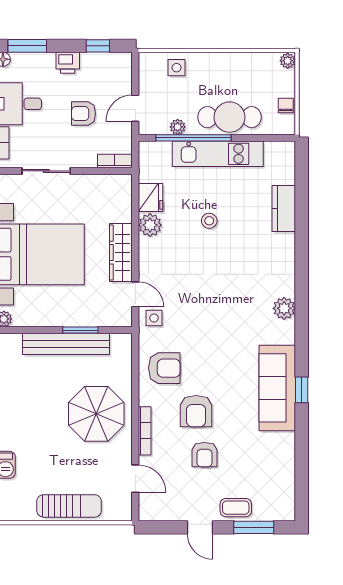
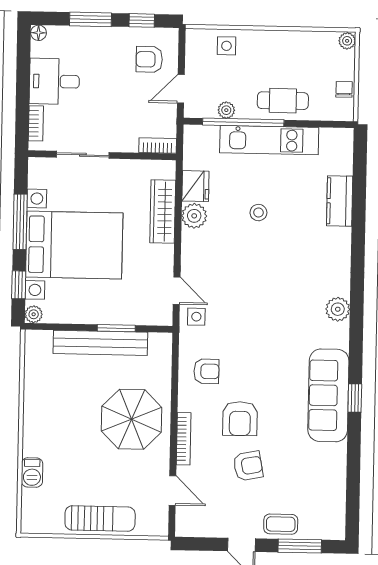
window: (27, 46) -> (90, 19), moved
printer: (68, 63) -> (109, 38), removed
armchair: (83, 114) -> (149, 59), moved
cafe table: (230, 117) -> (283, 101), width x0.73, depth x0.74
wardrobe: (121, 253) -> (163, 212), moved
armchair: (164, 368) -> (206, 371), width x0.72, depth x0.72
armchair: (204, 455) -> (248, 466), turned -101

